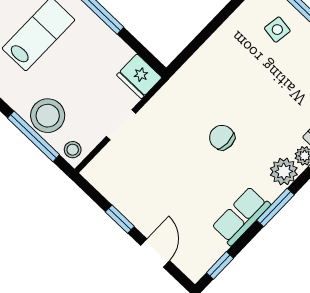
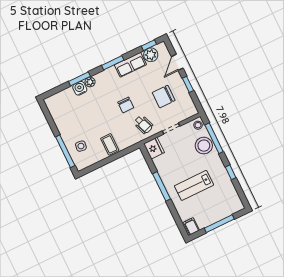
coffee table: (225, 53) -> (110, 144), added
wheelchair: (176, 113) -> (143, 124), added
plant: (284, 172) -> (151, 55), moved
chair: (157, 179) -> (164, 97), added

